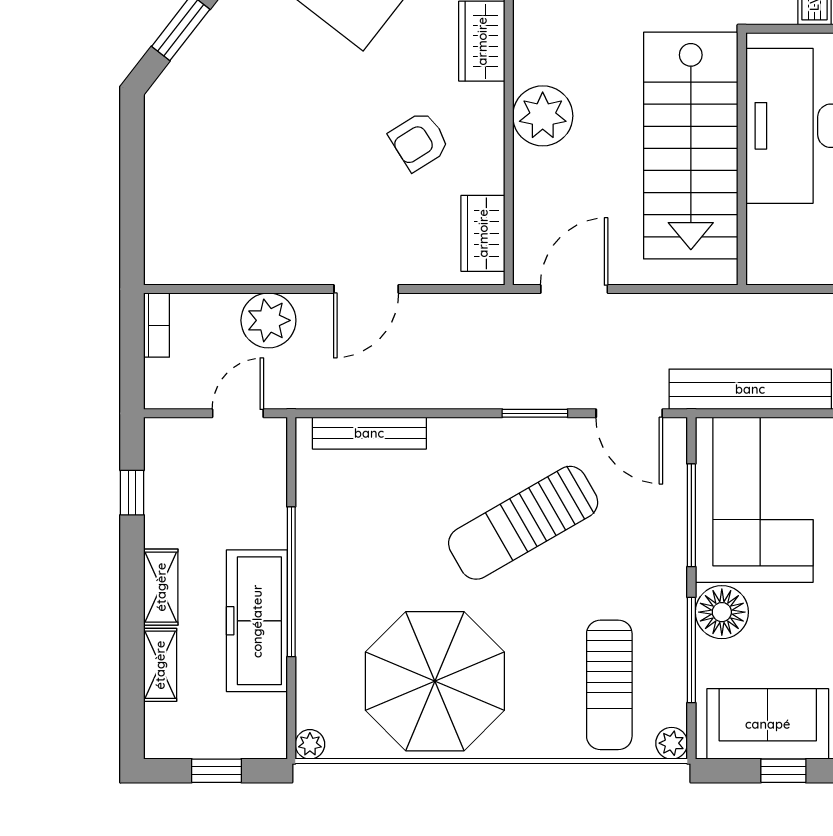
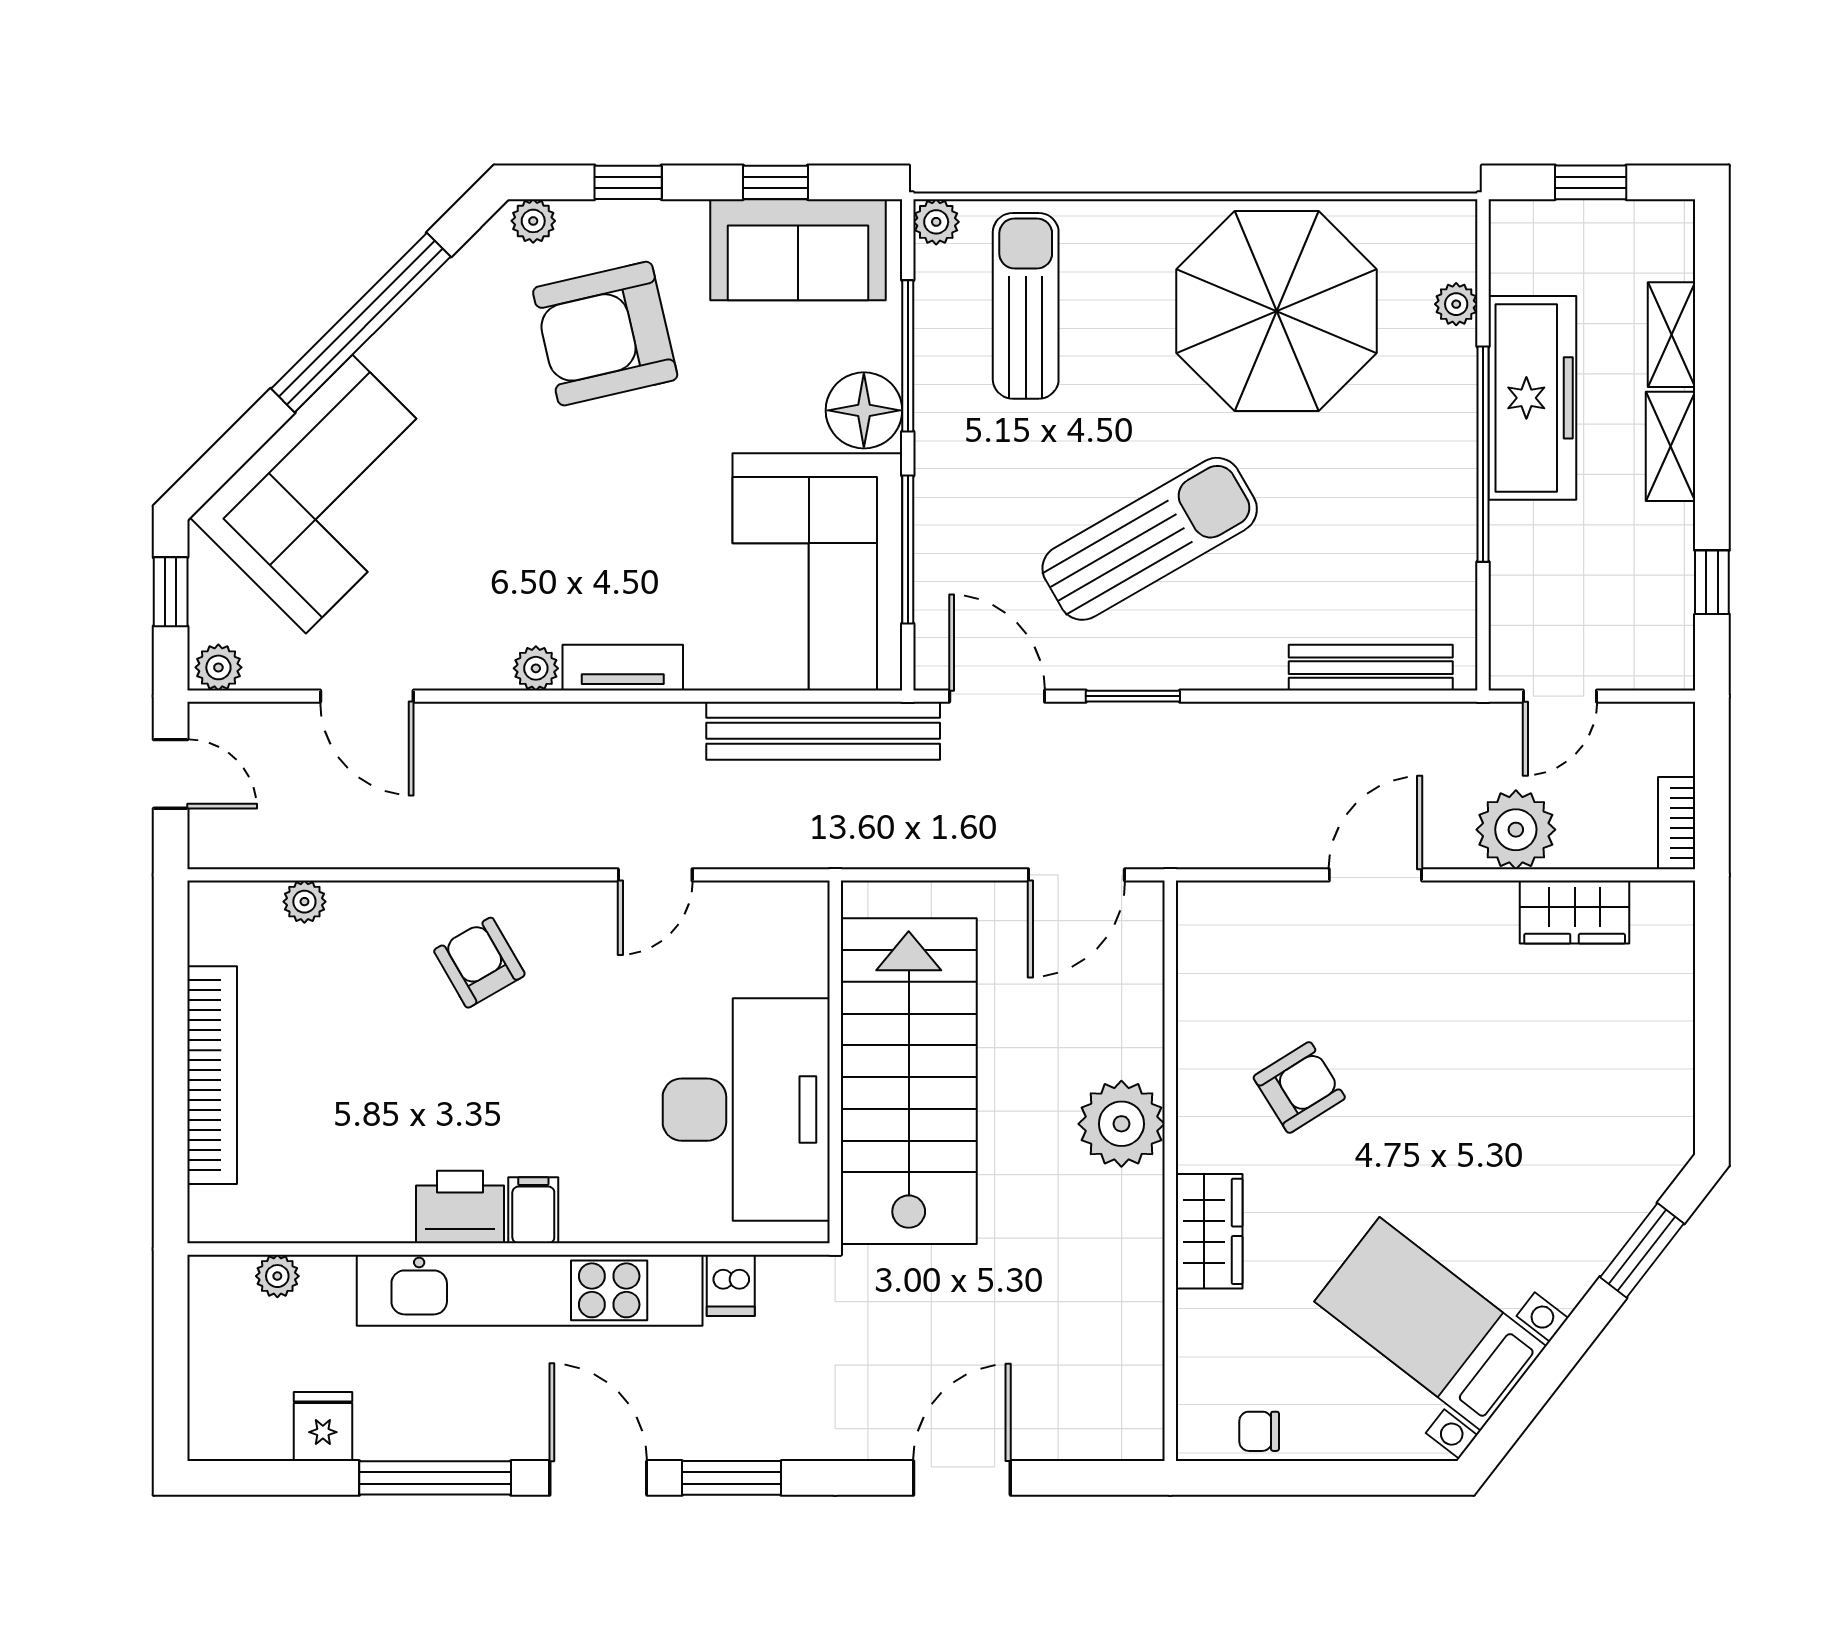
wardrobe: (483, 233) -> (1575, 912), moved, turned 90
plant: (310, 744) -> (1456, 304), moved

